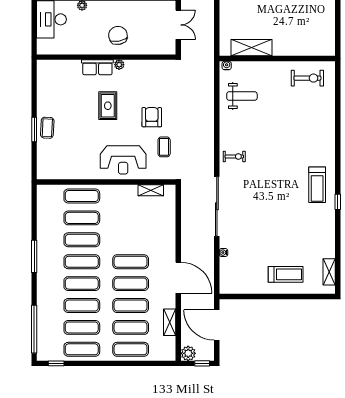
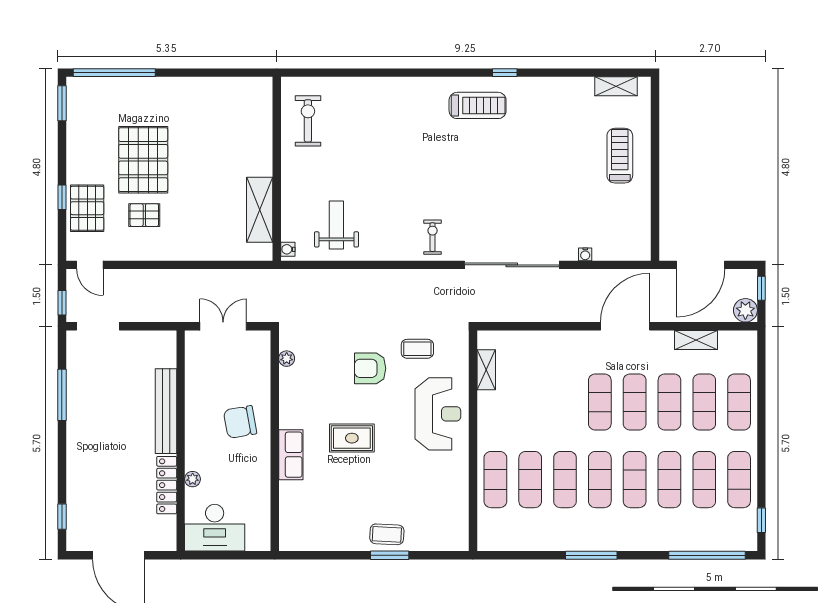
plant: (119, 65) -> (287, 359), moved

